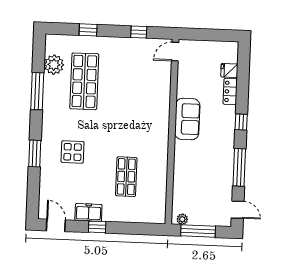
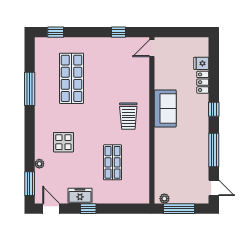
window: (88, 30) -> (56, 32), moved
plant: (54, 65) -> (39, 164), moved, width x0.53, depth x0.53
trolley: (146, 126) -> (128, 116), added
window: (35, 154) -> (30, 184), moved

